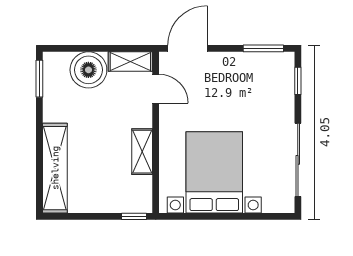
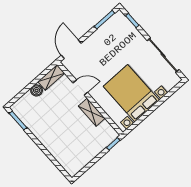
boiler: (88, 70) -> (37, 90), width x0.54, depth x0.54
door: (156, 89) -> (80, 88), moved
shelving: (55, 168) -> (60, 154), removed

